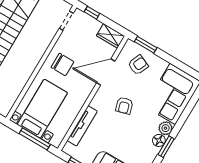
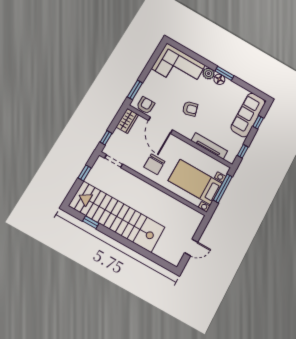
chair: (62, 64) -> (154, 164), turned 180
armchair: (138, 65) -> (146, 105), moved, turned 67

